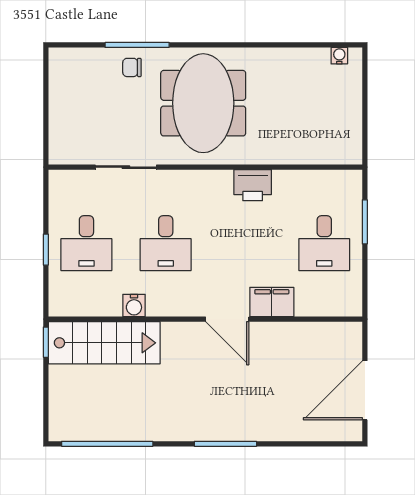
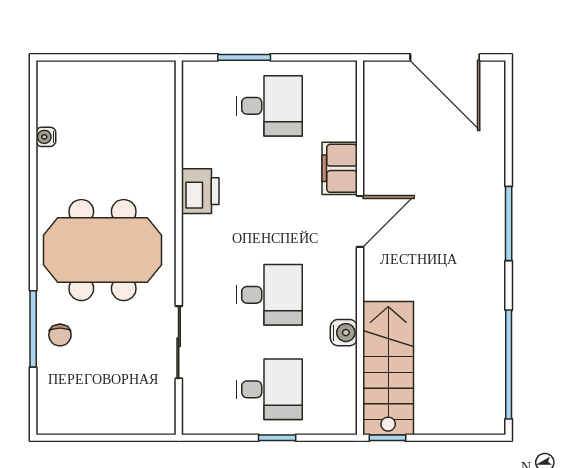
water cooler: (339, 56) -> (46, 137), moved

